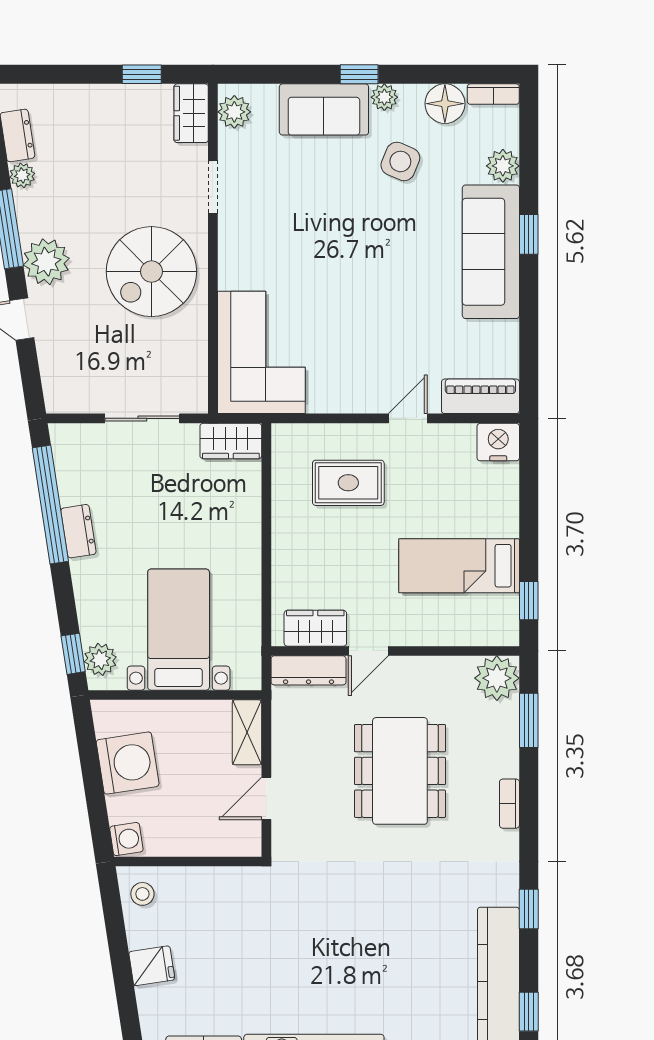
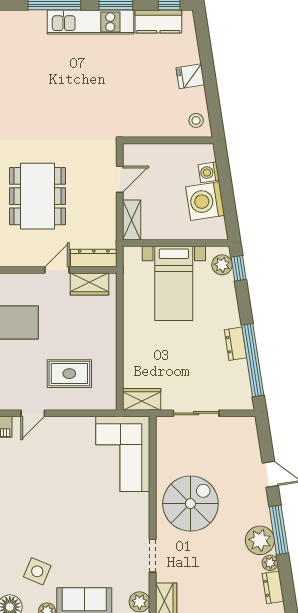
plant: (46, 262) -> (260, 540), moved
washing machine: (126, 839) -> (209, 172), moved

